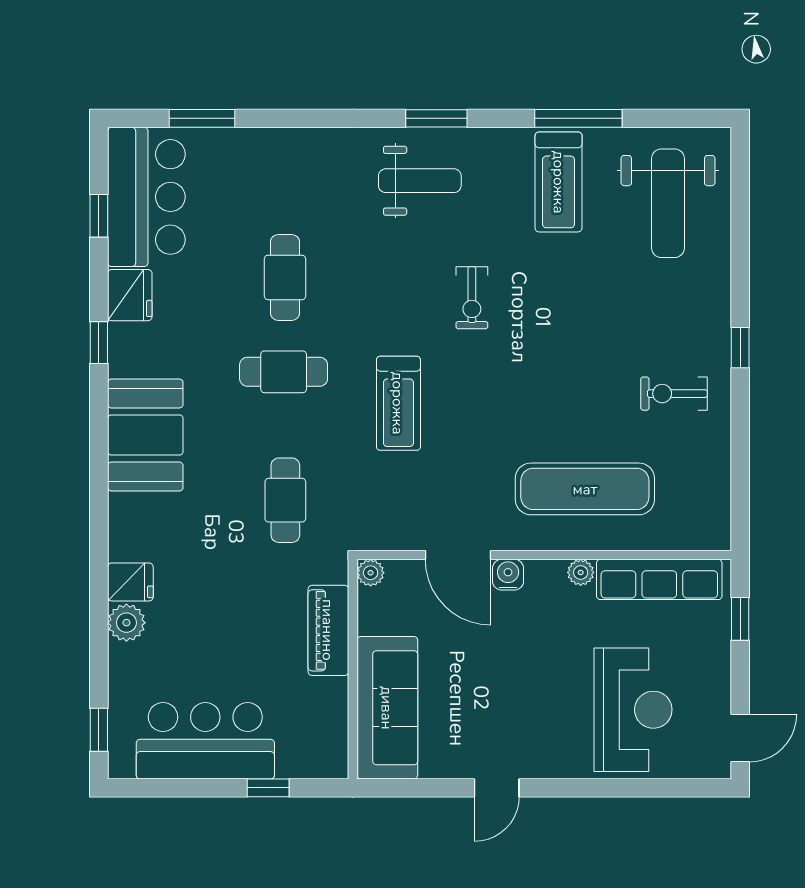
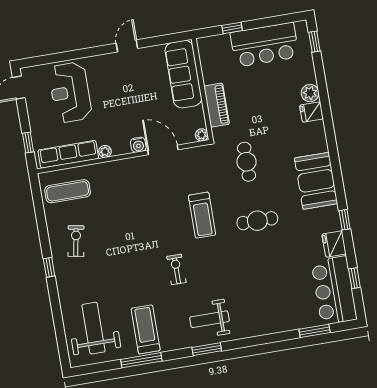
cafe table: (285, 277) -> (264, 264), removed
exercise bike: (674, 394) -> (76, 241), turned -80
treadmill: (398, 403) -> (202, 215), turned 180
exercise mat: (585, 489) -> (68, 191), moved, width x0.73, depth x0.69

